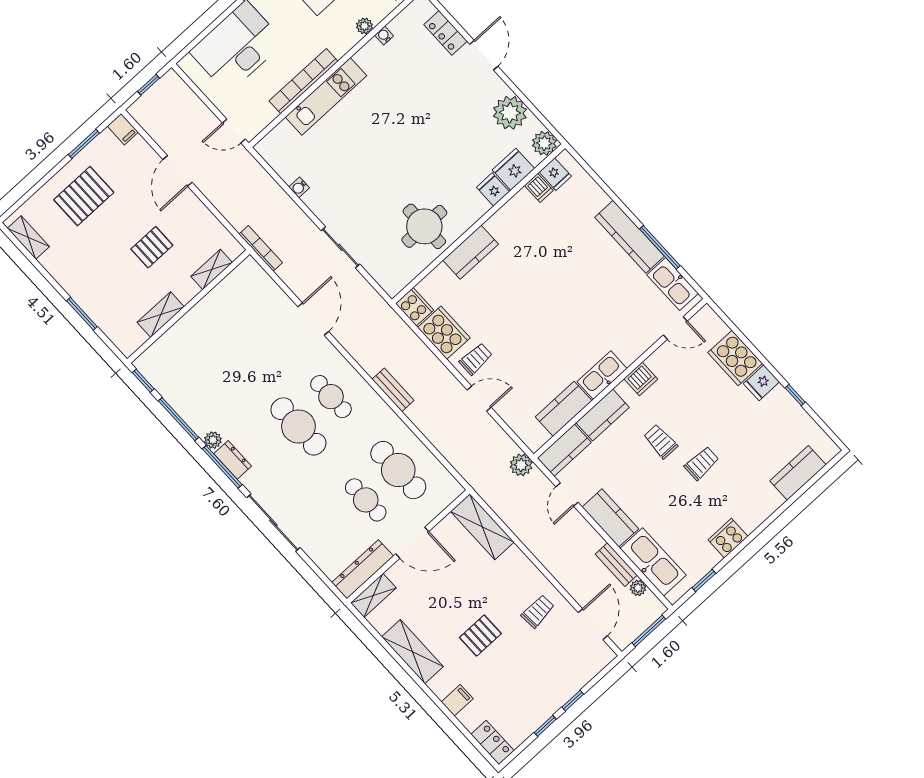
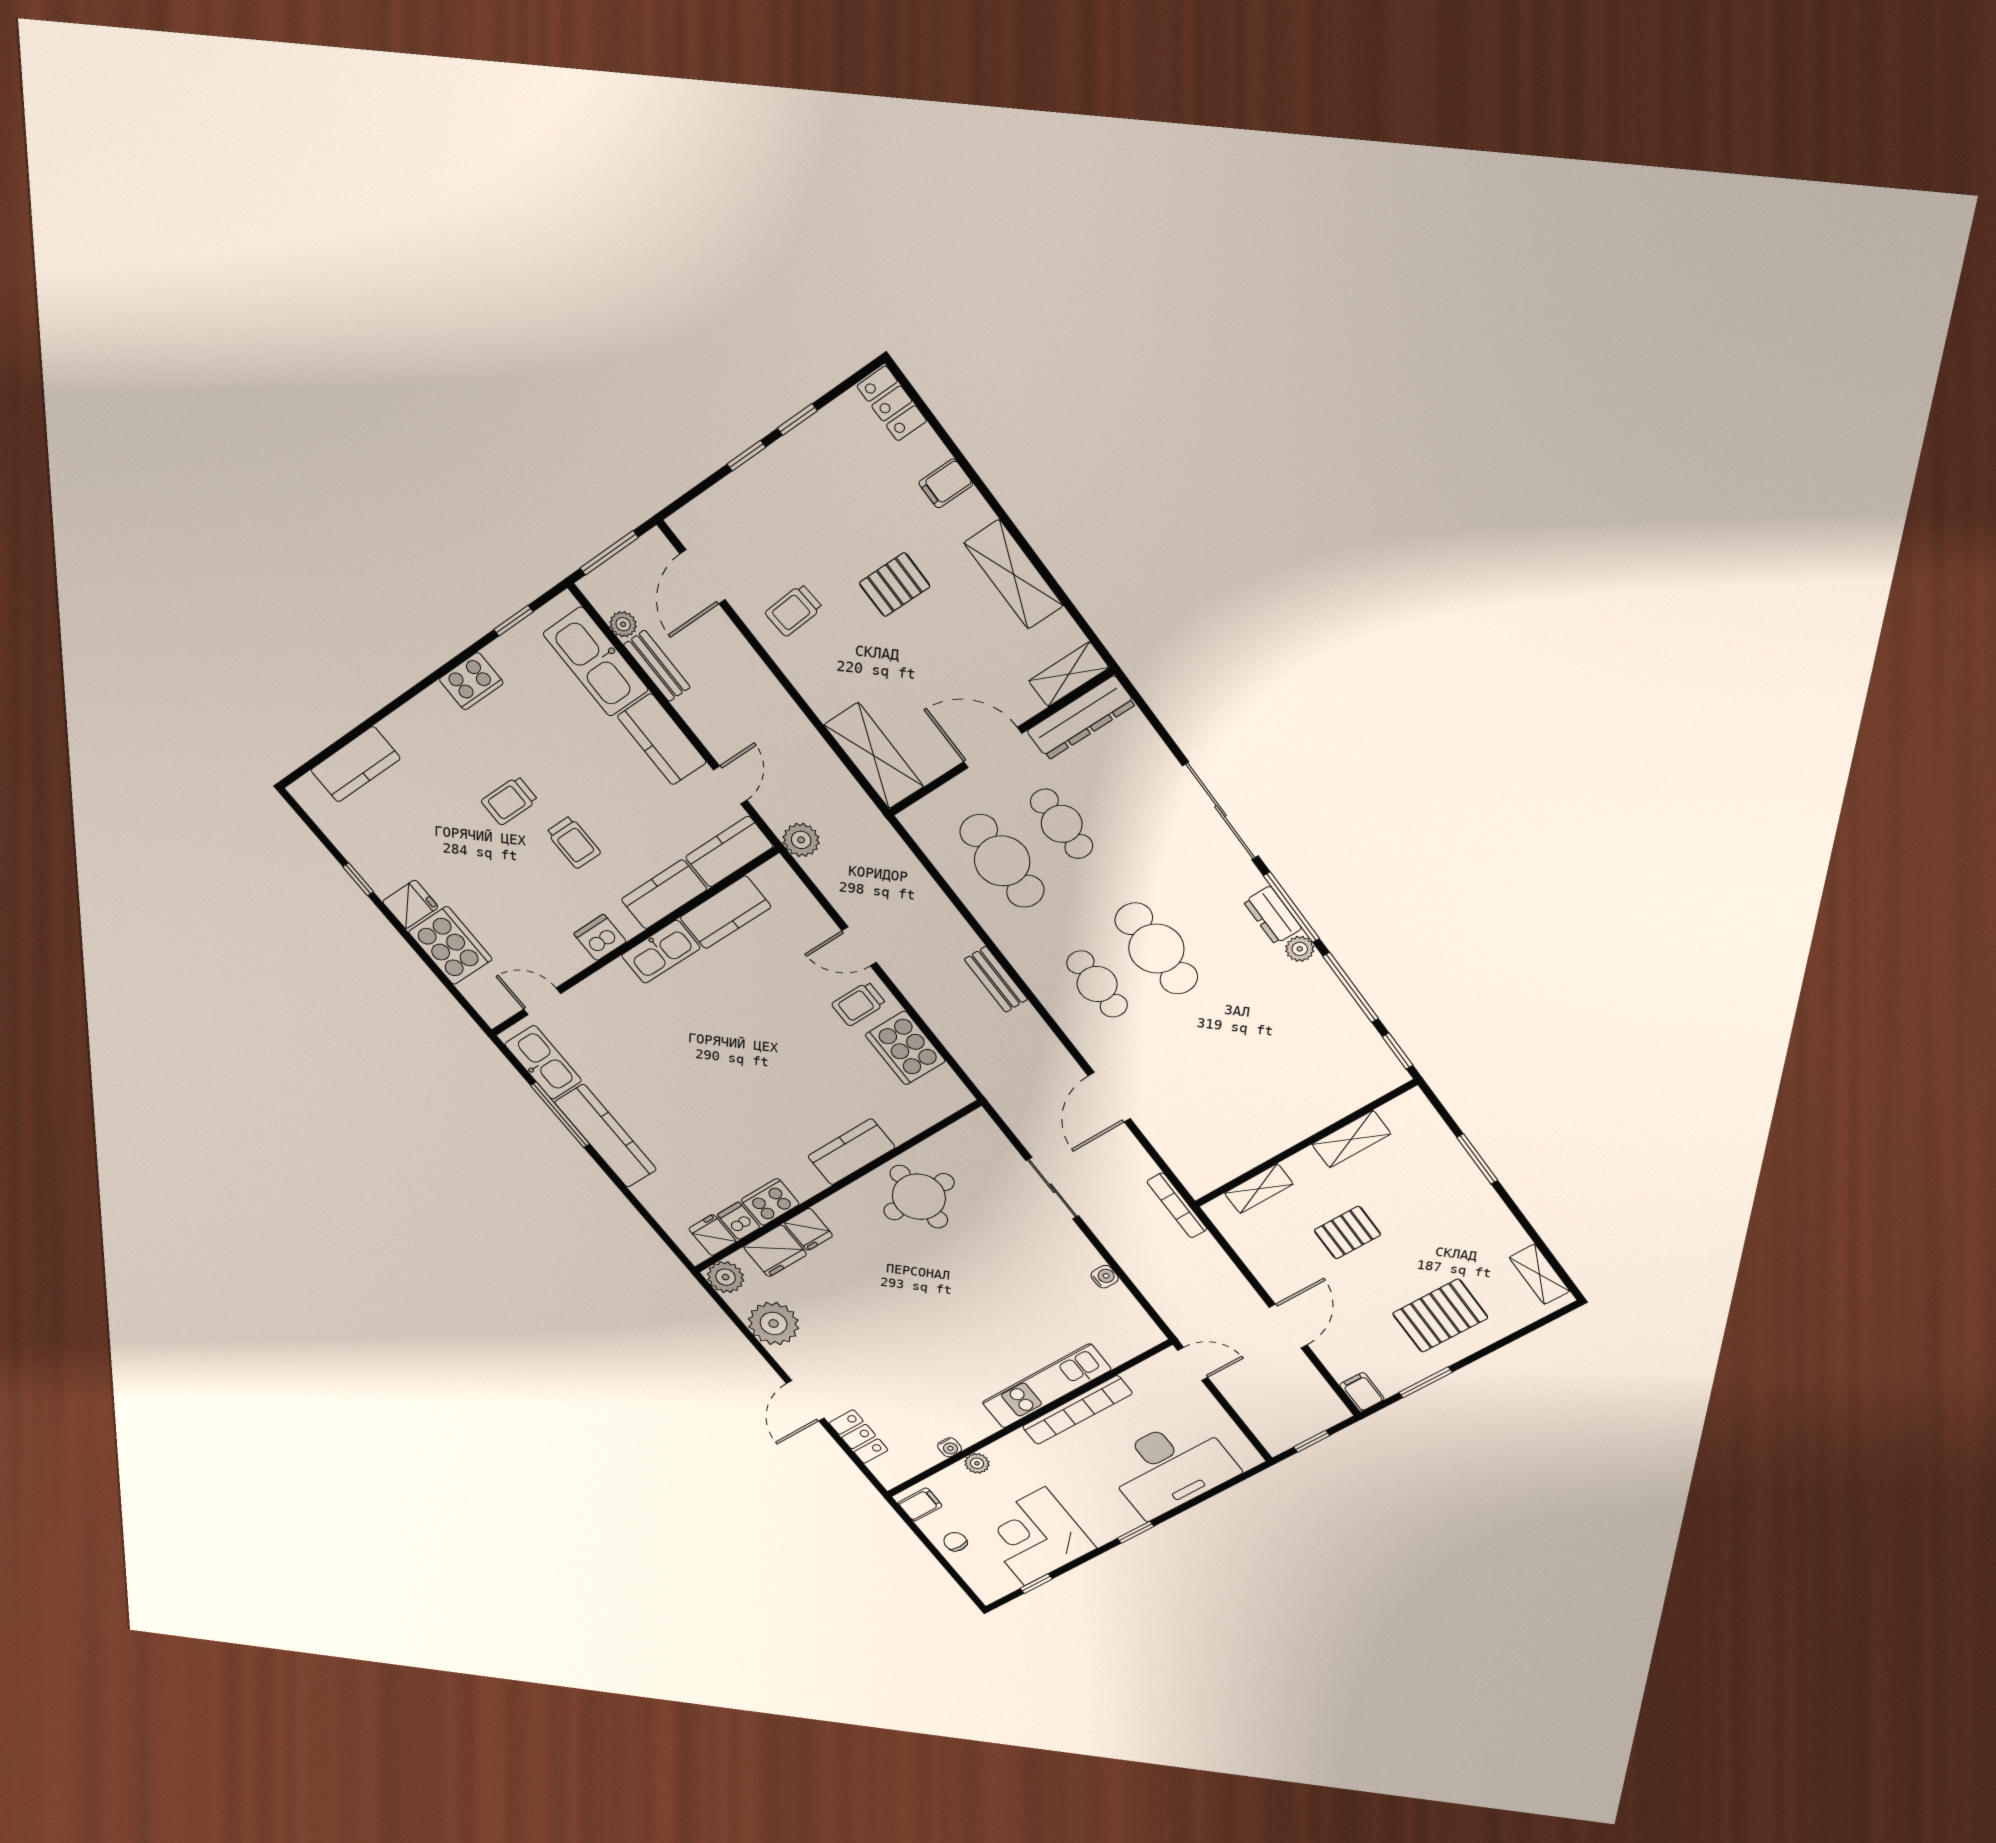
cooker: (415, 307) -> (770, 1202), moved, turned 90

